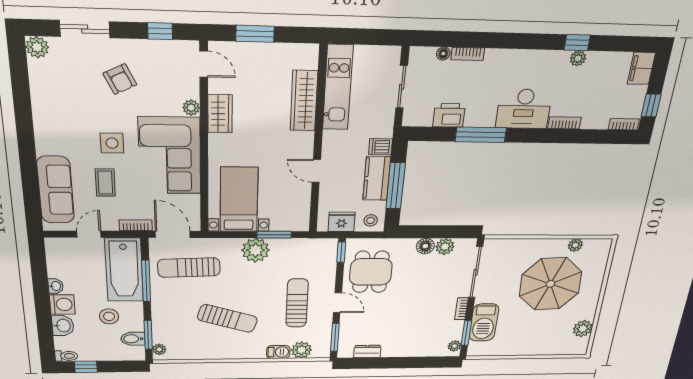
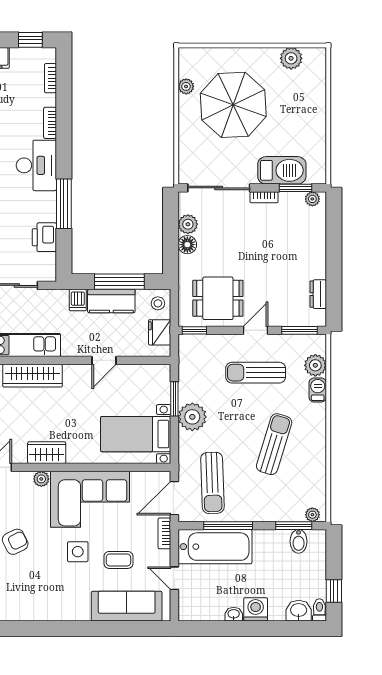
bookcase: (624, 124) -> (50, 78), moved
stool: (109, 316) -> (270, 564), removed
washbasin: (63, 326) -> (299, 611), moved

